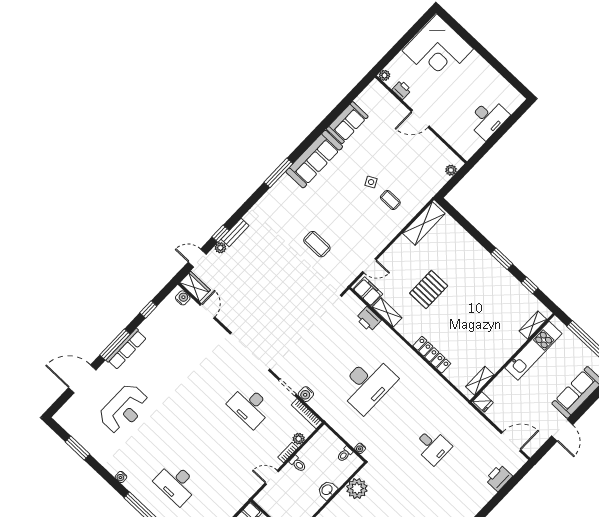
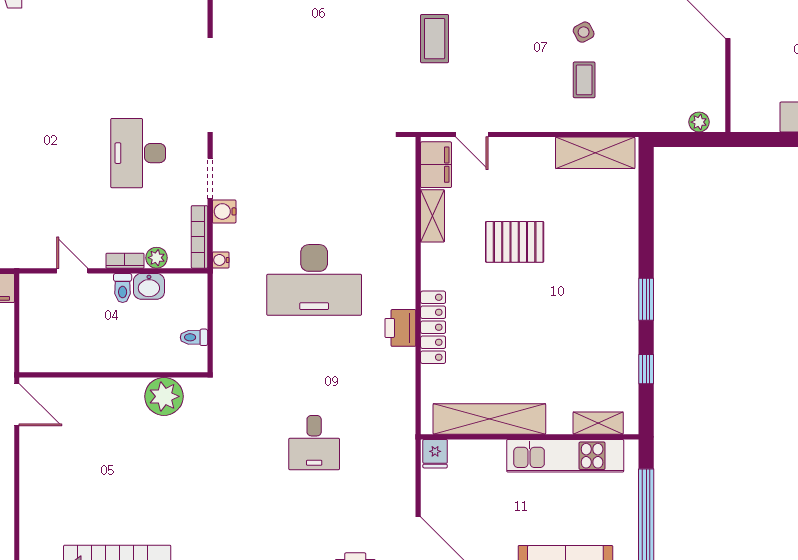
printer: (368, 319) -> (400, 328), moved
shelving: (480, 381) -> (489, 419), width x2.20, depth x1.33
water cooler: (360, 448) -> (221, 260), moved
washbasin: (327, 490) -> (149, 286), moved, turned 180

